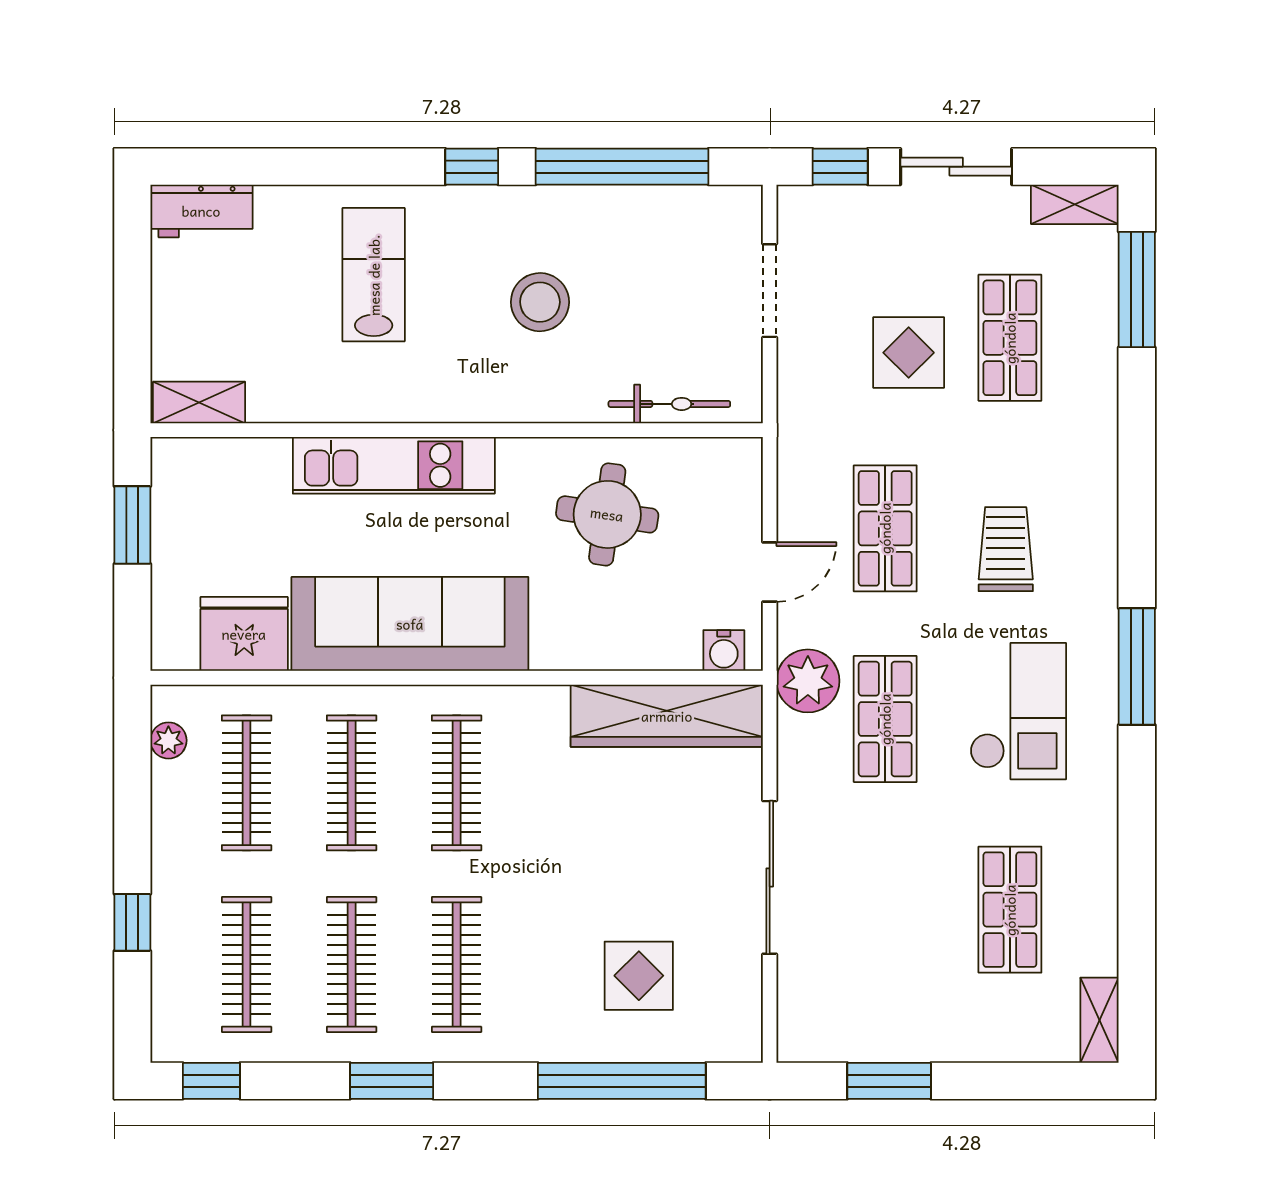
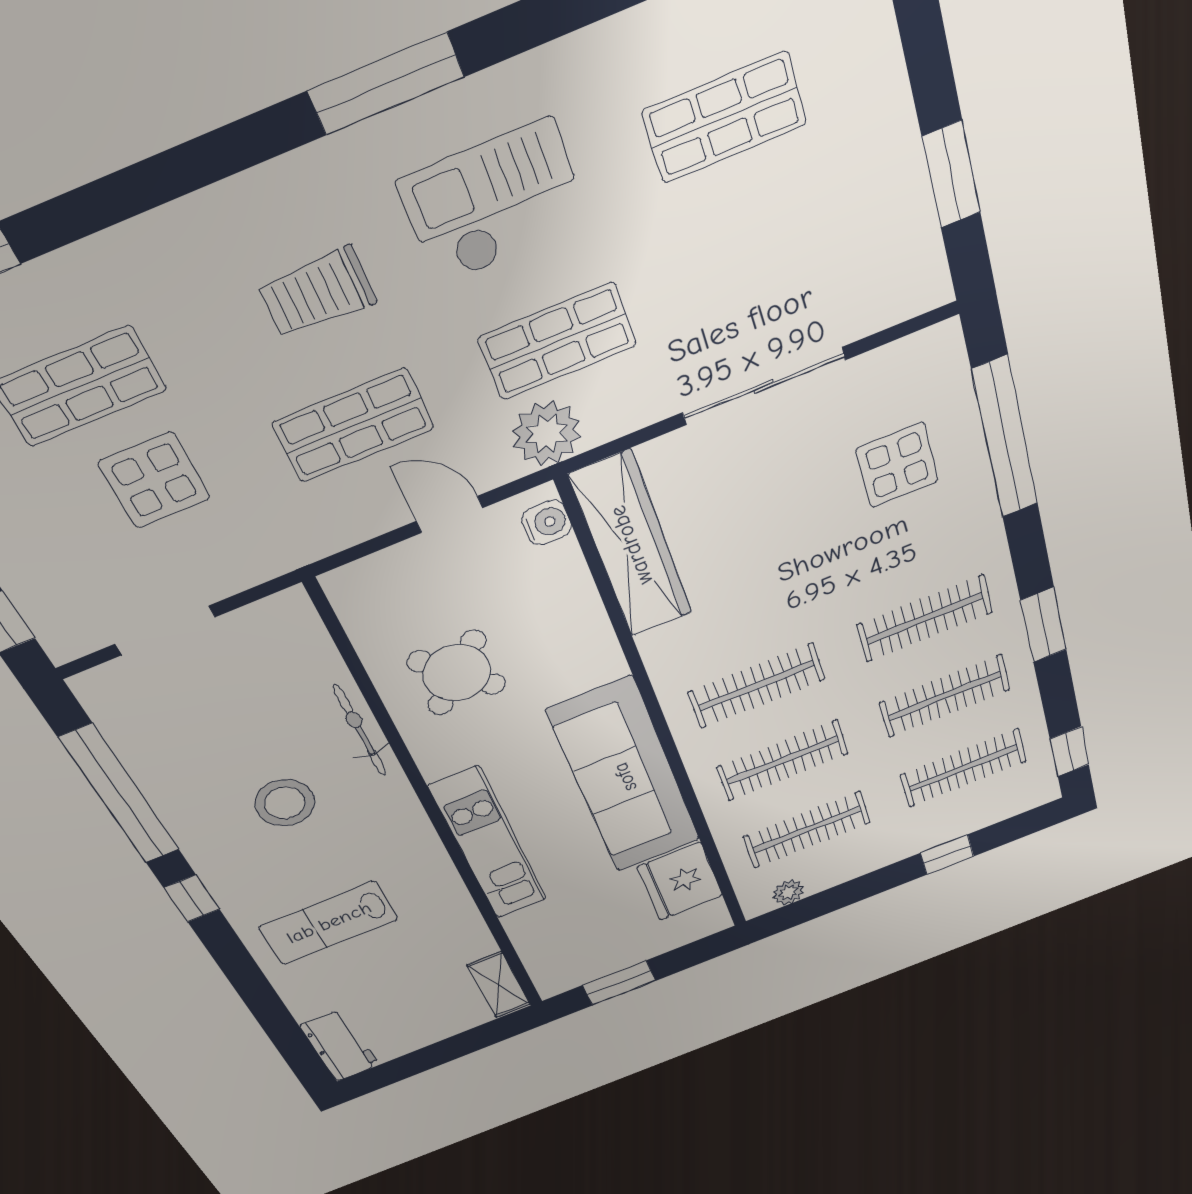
bicycle: (669, 404) -> (360, 731), moved
round table: (607, 514) -> (457, 673), turned 38

